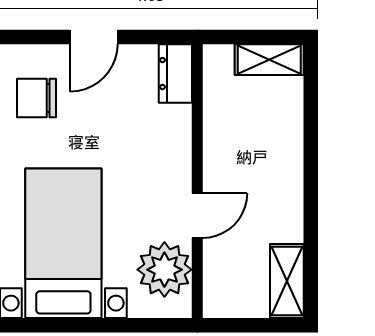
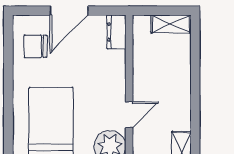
door: (94, 37) -> (69, 11), width x1.38

